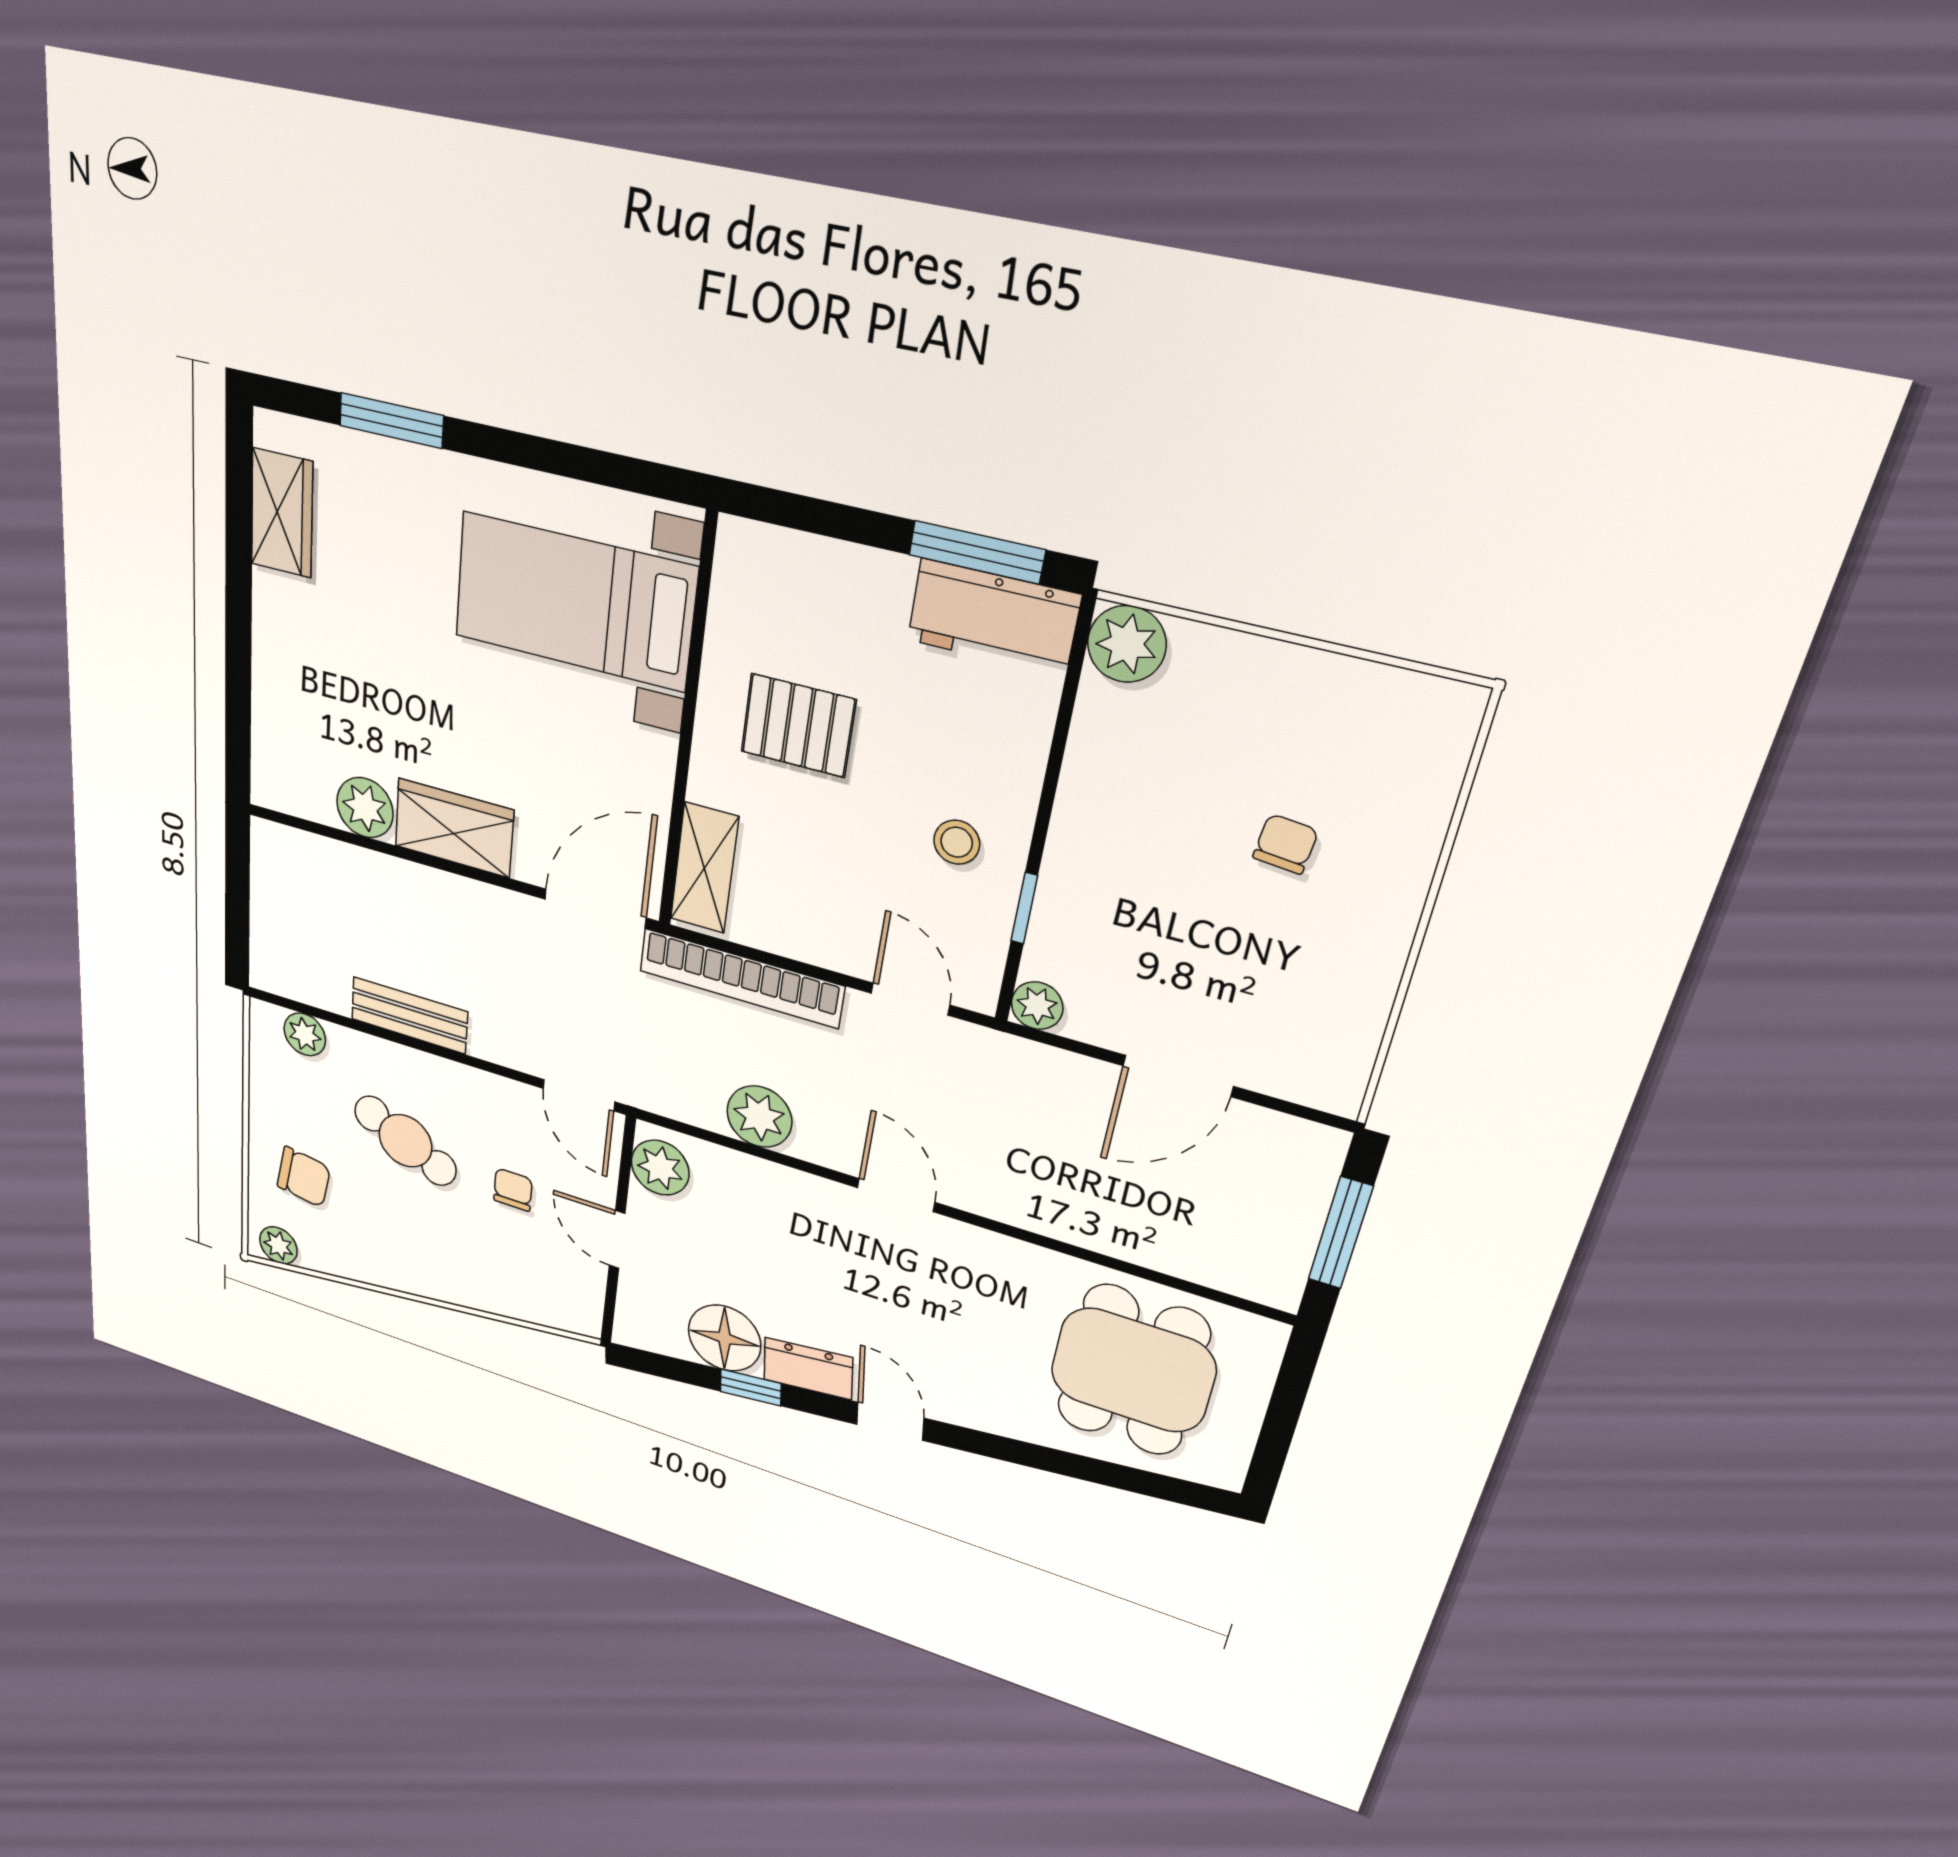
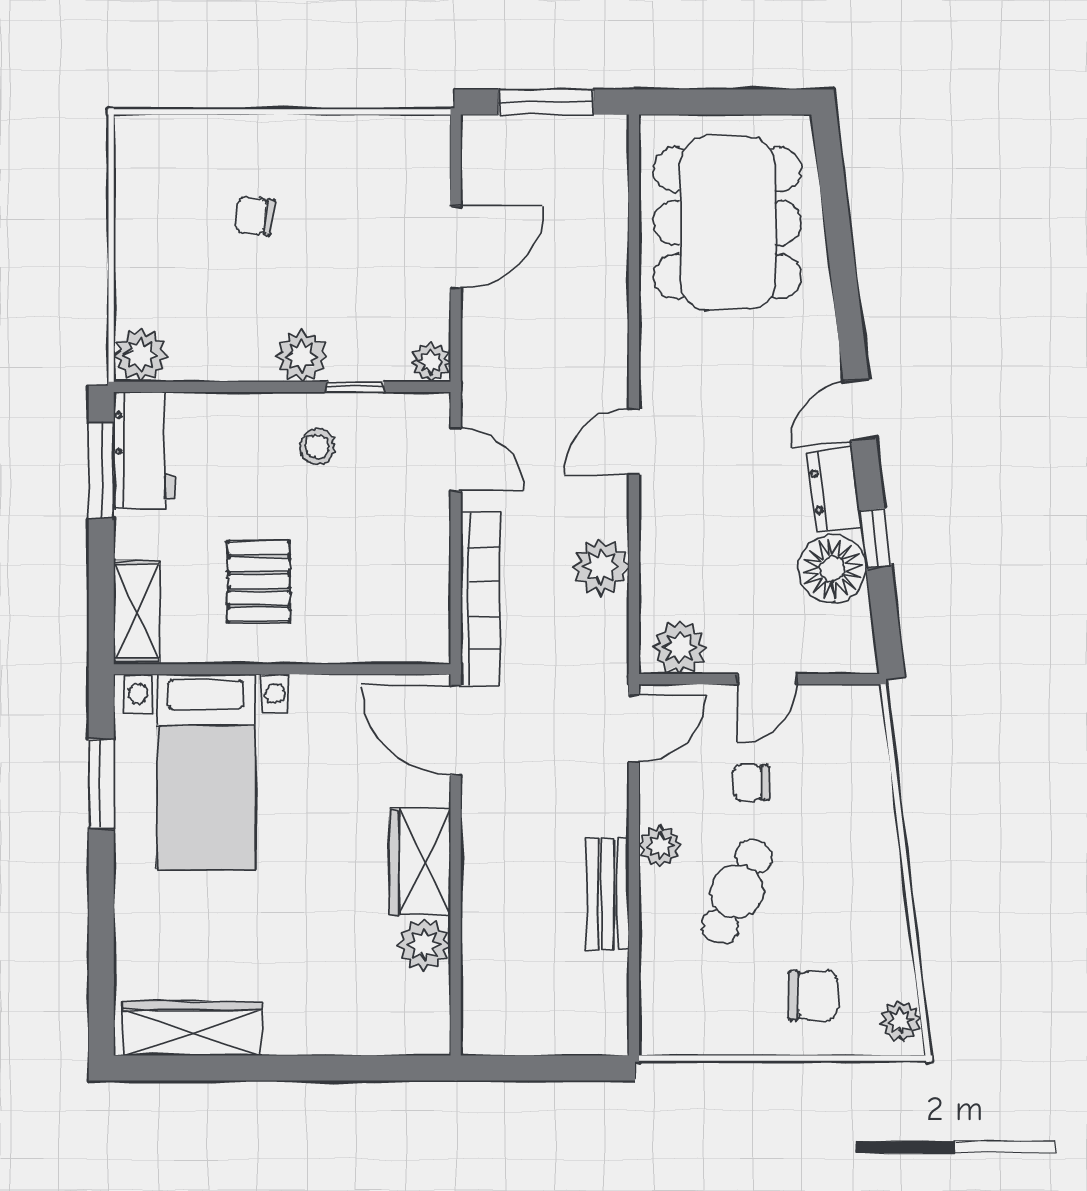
window: (391, 421) -> (101, 783), moved
wardrobe: (282, 513) -> (193, 1029), width x1.50
plant: (1078, 854) -> (302, 356), added
shelving: (704, 868) -> (137, 611), moved, turned 90
door: (910, 999) -> (456, 460), swing flipped
plant: (305, 1034) -> (660, 846), moved
door: (1178, 1076) -> (456, 247), hinge flipped
chair: (304, 1177) -> (813, 995), turned 81
dining table: (1133, 1370) -> (727, 223), width x1.38

